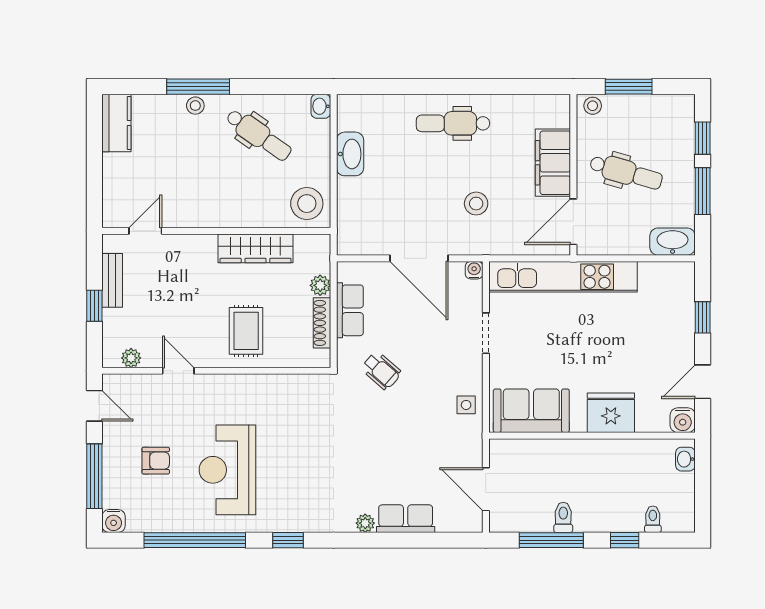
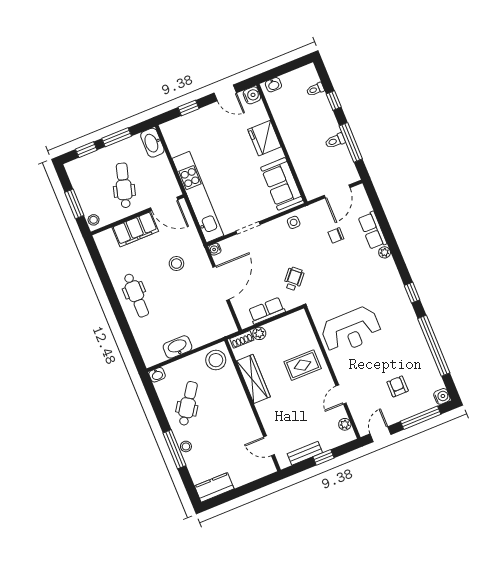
shoe rack: (322, 323) -> (242, 339), moved, width x0.70
chair: (420, 461) -> (336, 235), added
reception desk: (227, 470) -> (351, 330), moved

